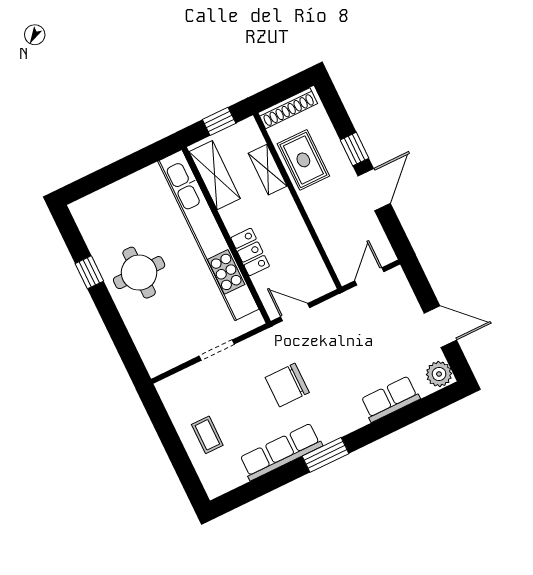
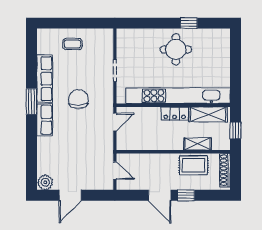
locker: (250, 252) -> (175, 114), moved
row of seats: (390, 399) -> (45, 120), moved

